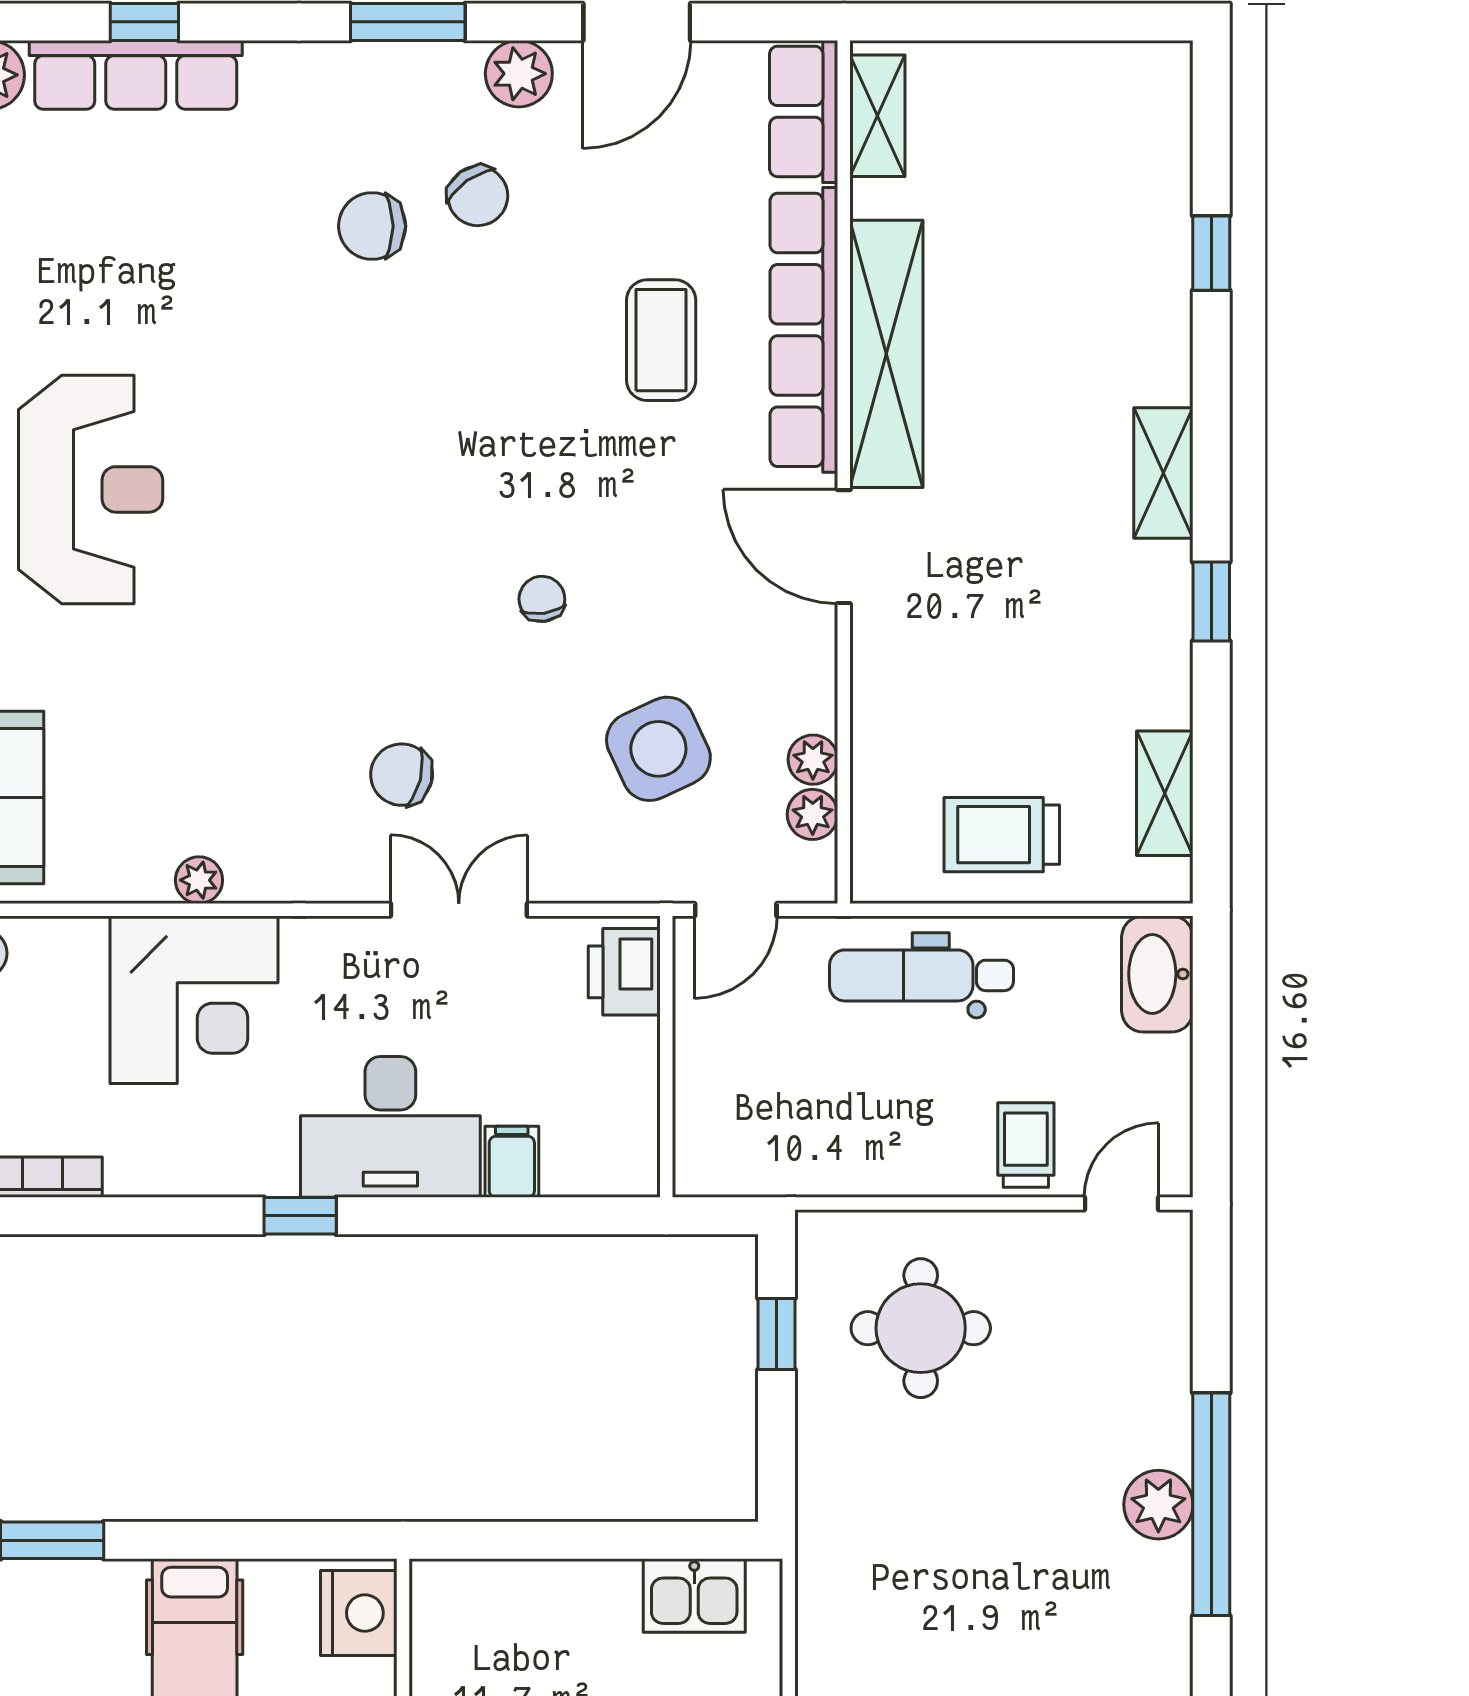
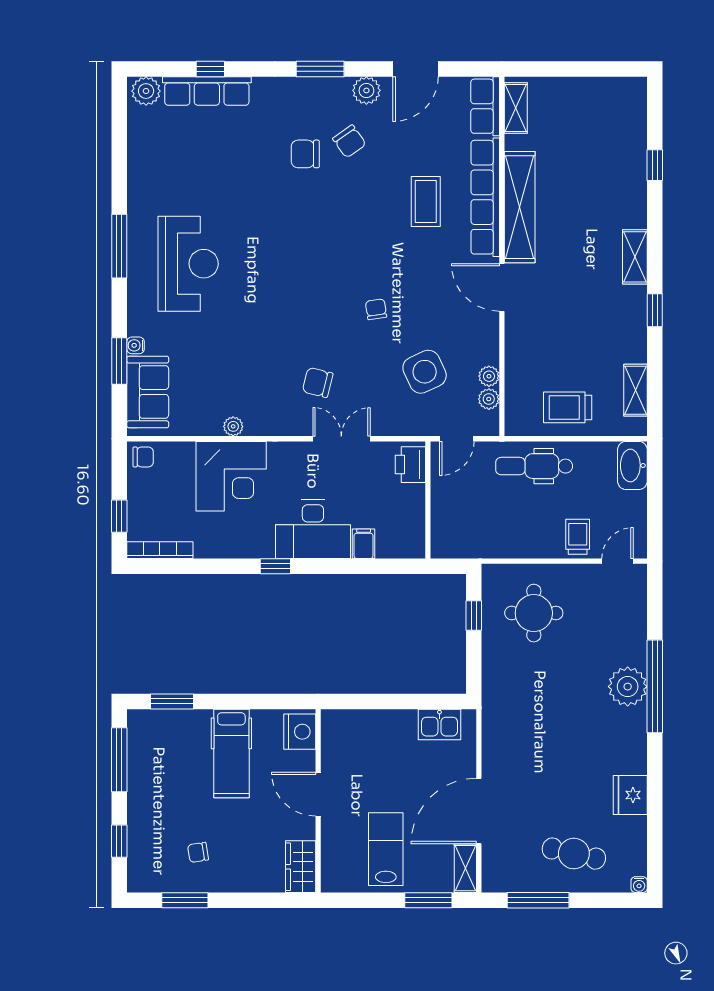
plant: (1158, 1505) -> (628, 687), width x1.36, depth x1.36

